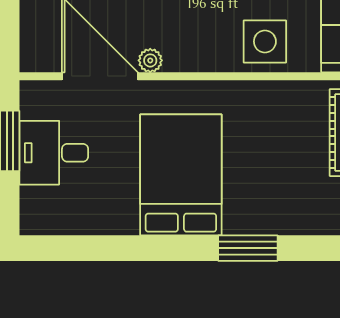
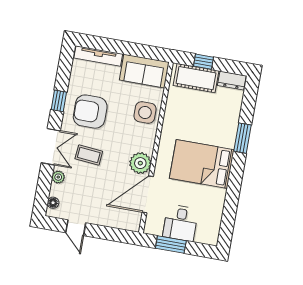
plant: (150, 60) -> (140, 163), width x1.88, depth x1.88

